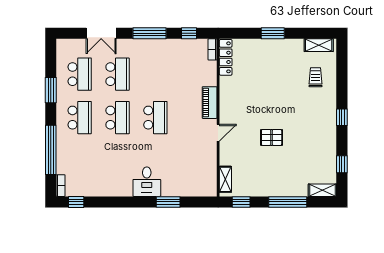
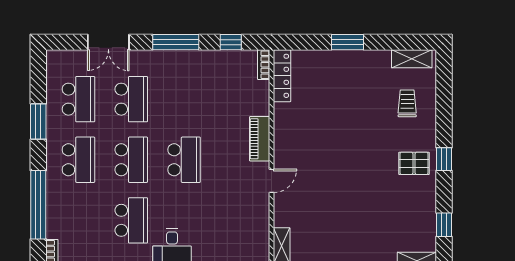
pallet: (272, 137) -> (414, 163), moved
school desk: (118, 161) -> (131, 220), added

